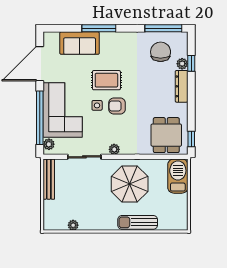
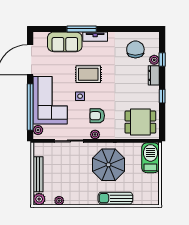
window: (163, 28) -> (138, 29), removed
tv unit: (114, 37) -> (95, 37), added
dresser: (182, 86) -> (154, 75), width x0.70
armchair: (117, 106) -> (97, 116), moved
dining table: (166, 135) -> (140, 122), turned 90
window: (191, 139) -> (162, 96), moved
bench: (49, 179) -> (38, 174), moved
plant: (50, 223) -> (39, 199), added

